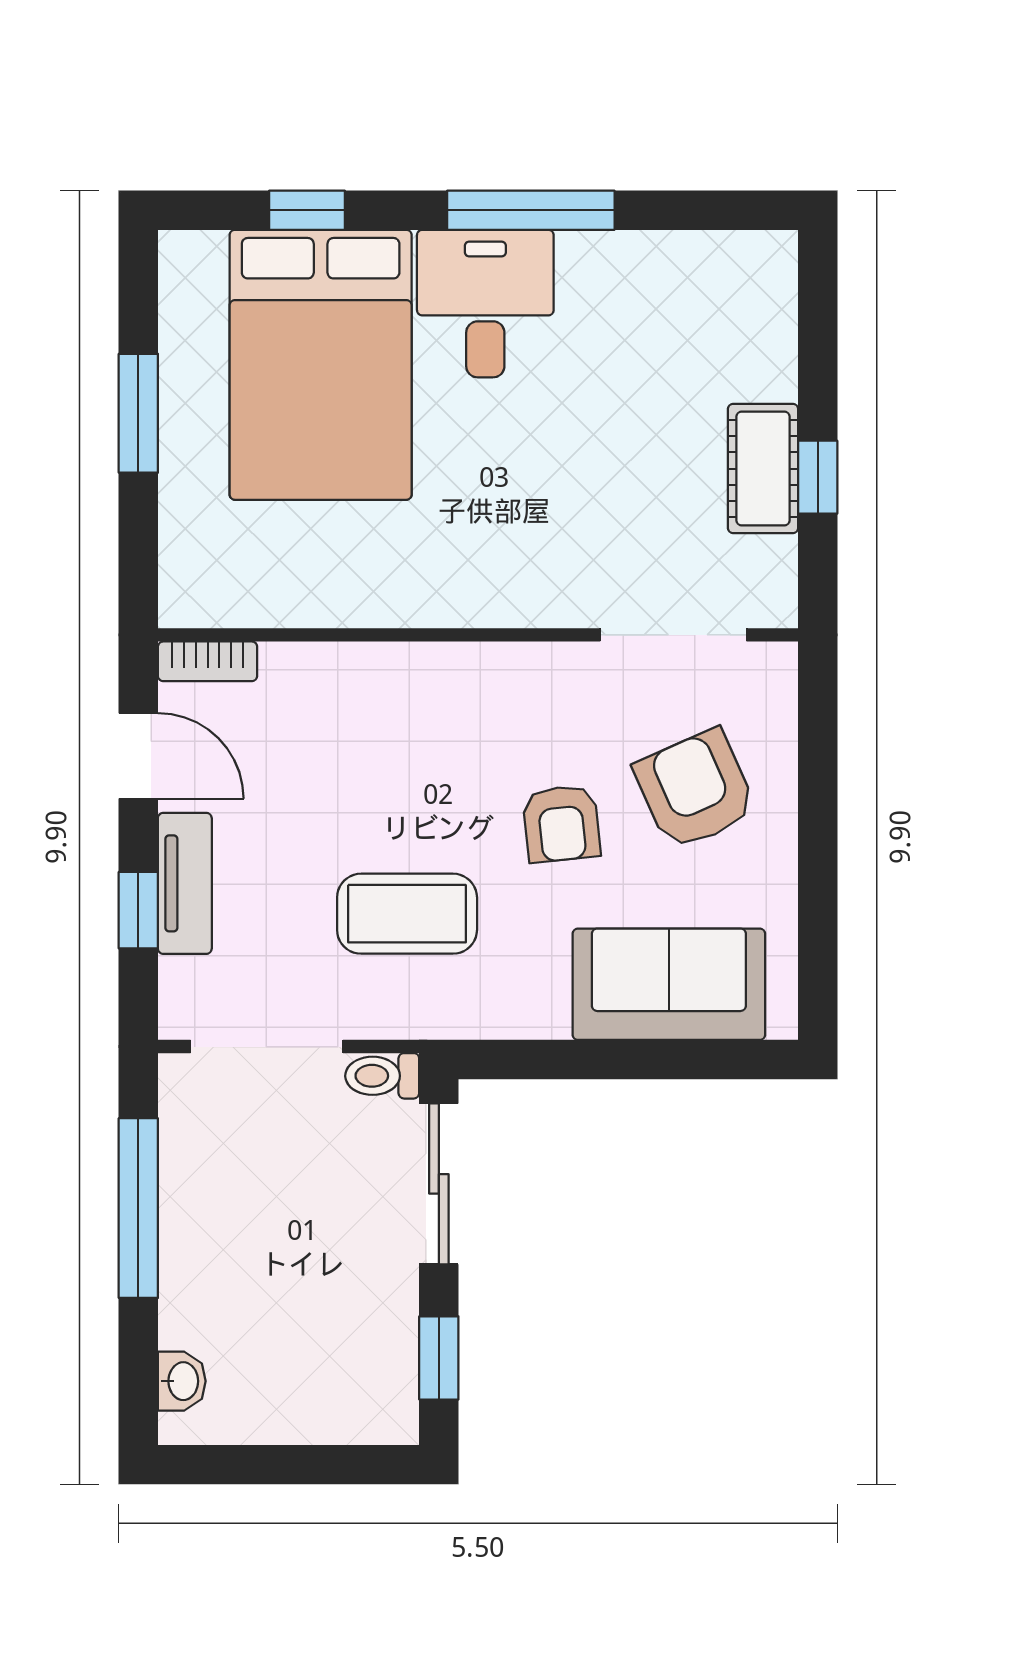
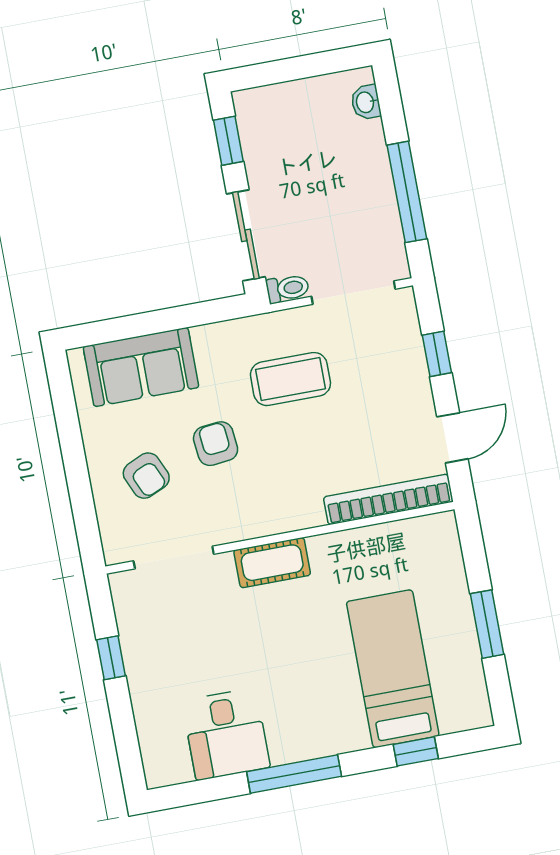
desk: (485, 304) -> (226, 734), moved
bed: (321, 365) -> (393, 669), width x0.67
cot: (763, 469) -> (272, 563), moved, turned 90
bookcase: (208, 661) -> (388, 499), width x2.31, depth x1.31
door: (138, 756) -> (452, 438), swing flipped
armchair: (695, 790) -> (146, 476), width x0.72, depth x0.72
tv unit: (185, 883) -> (414, 373), removed

